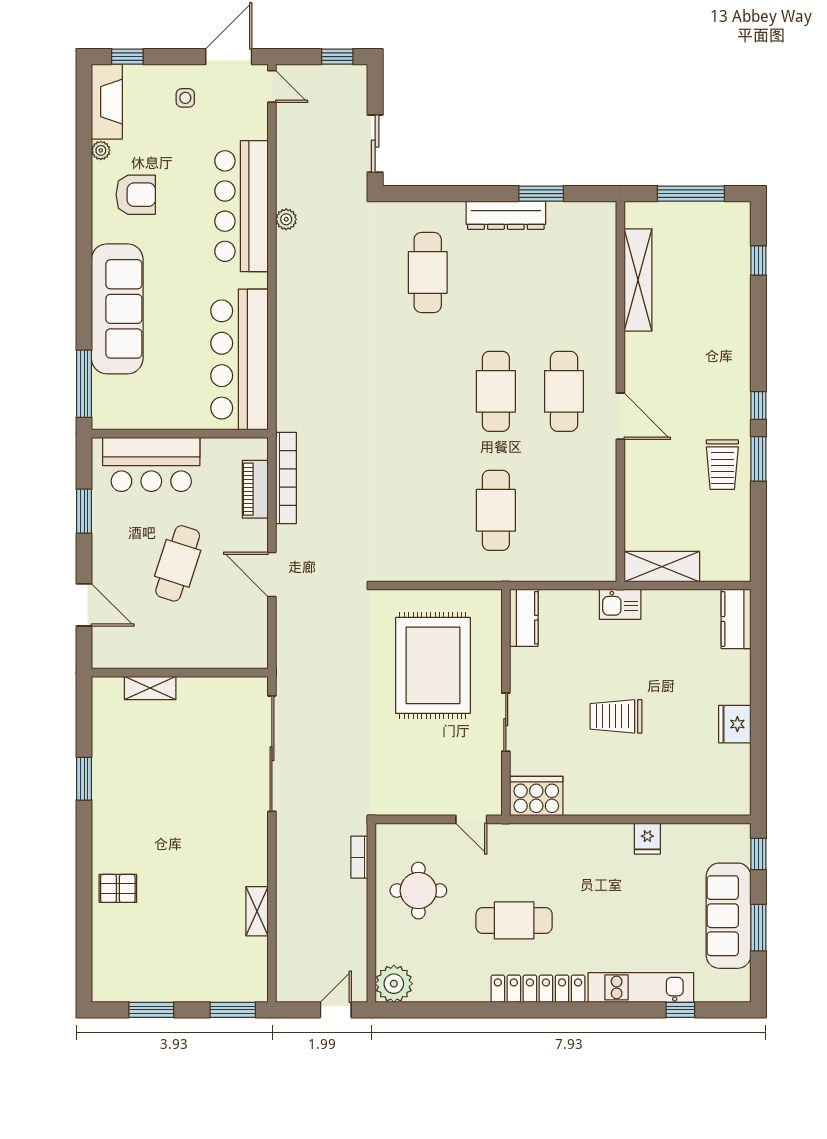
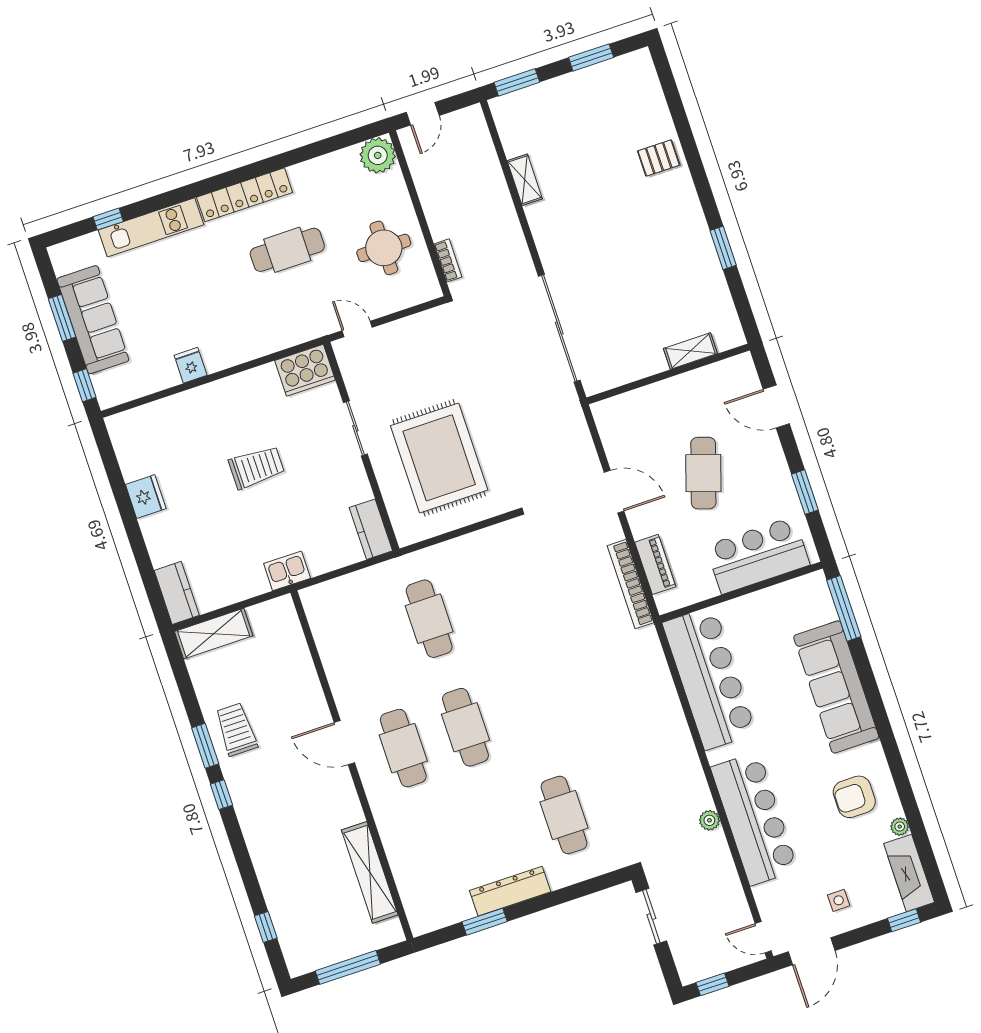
shelving: (662, 567) -> (214, 634), moved

